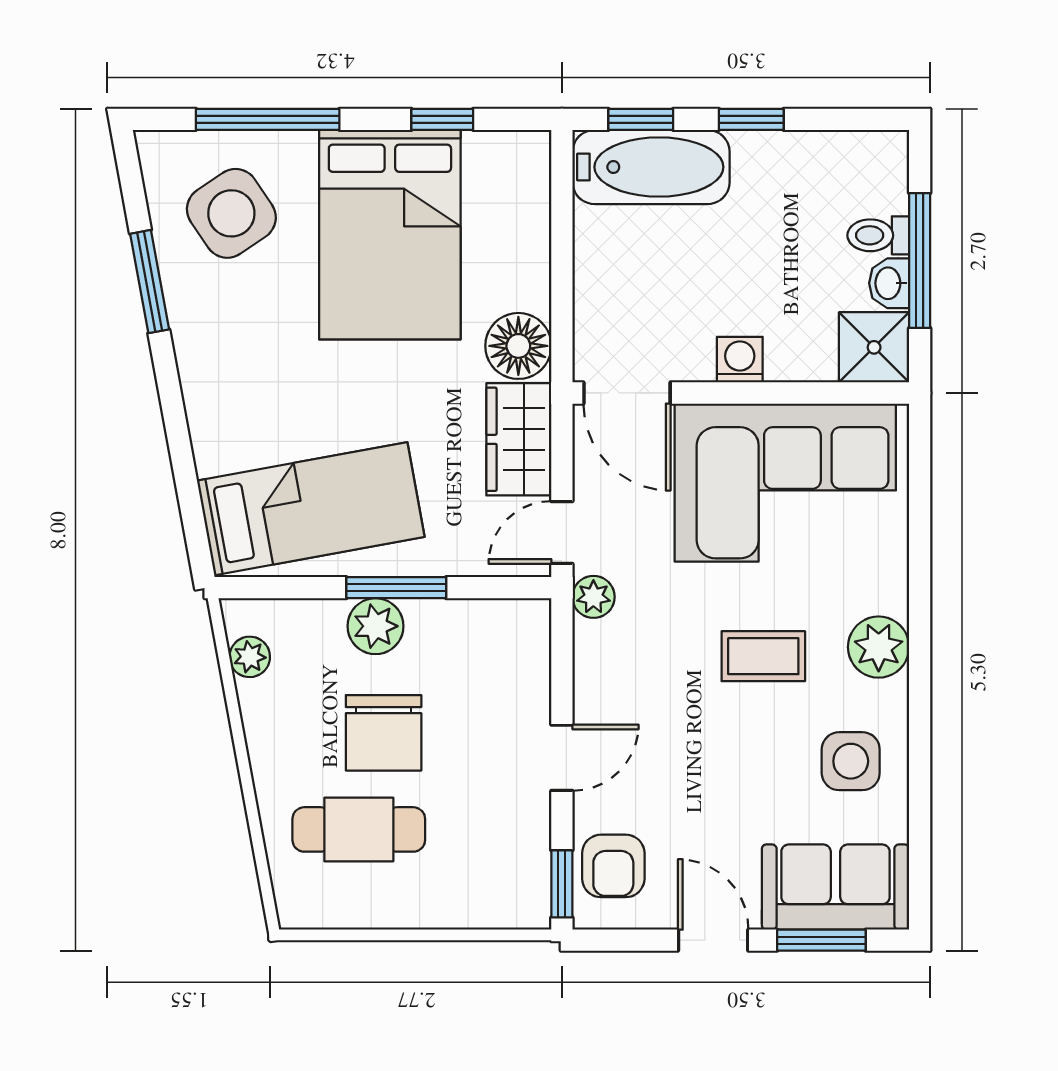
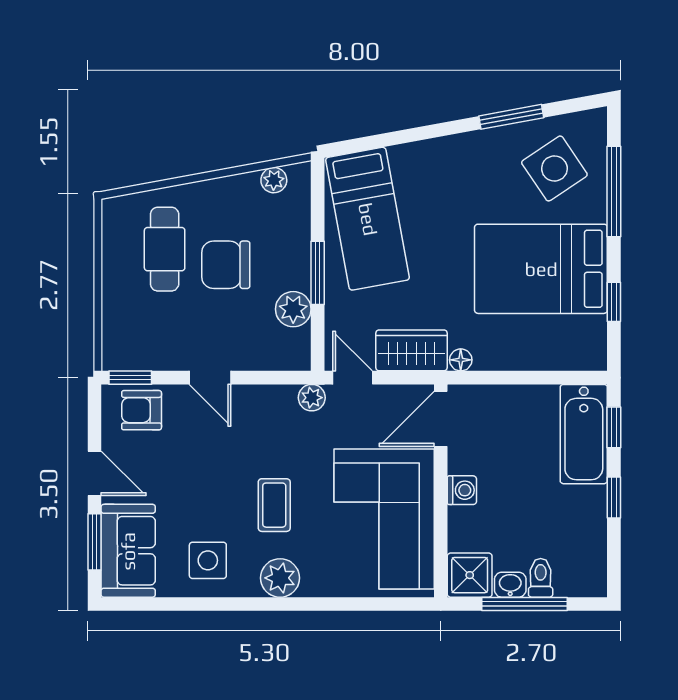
floor lamp: (518, 346) -> (461, 360), width x0.53, depth x0.53
plant: (375, 626) -> (293, 309), moved
door: (713, 940) -> (95, 473), hinge flipped

